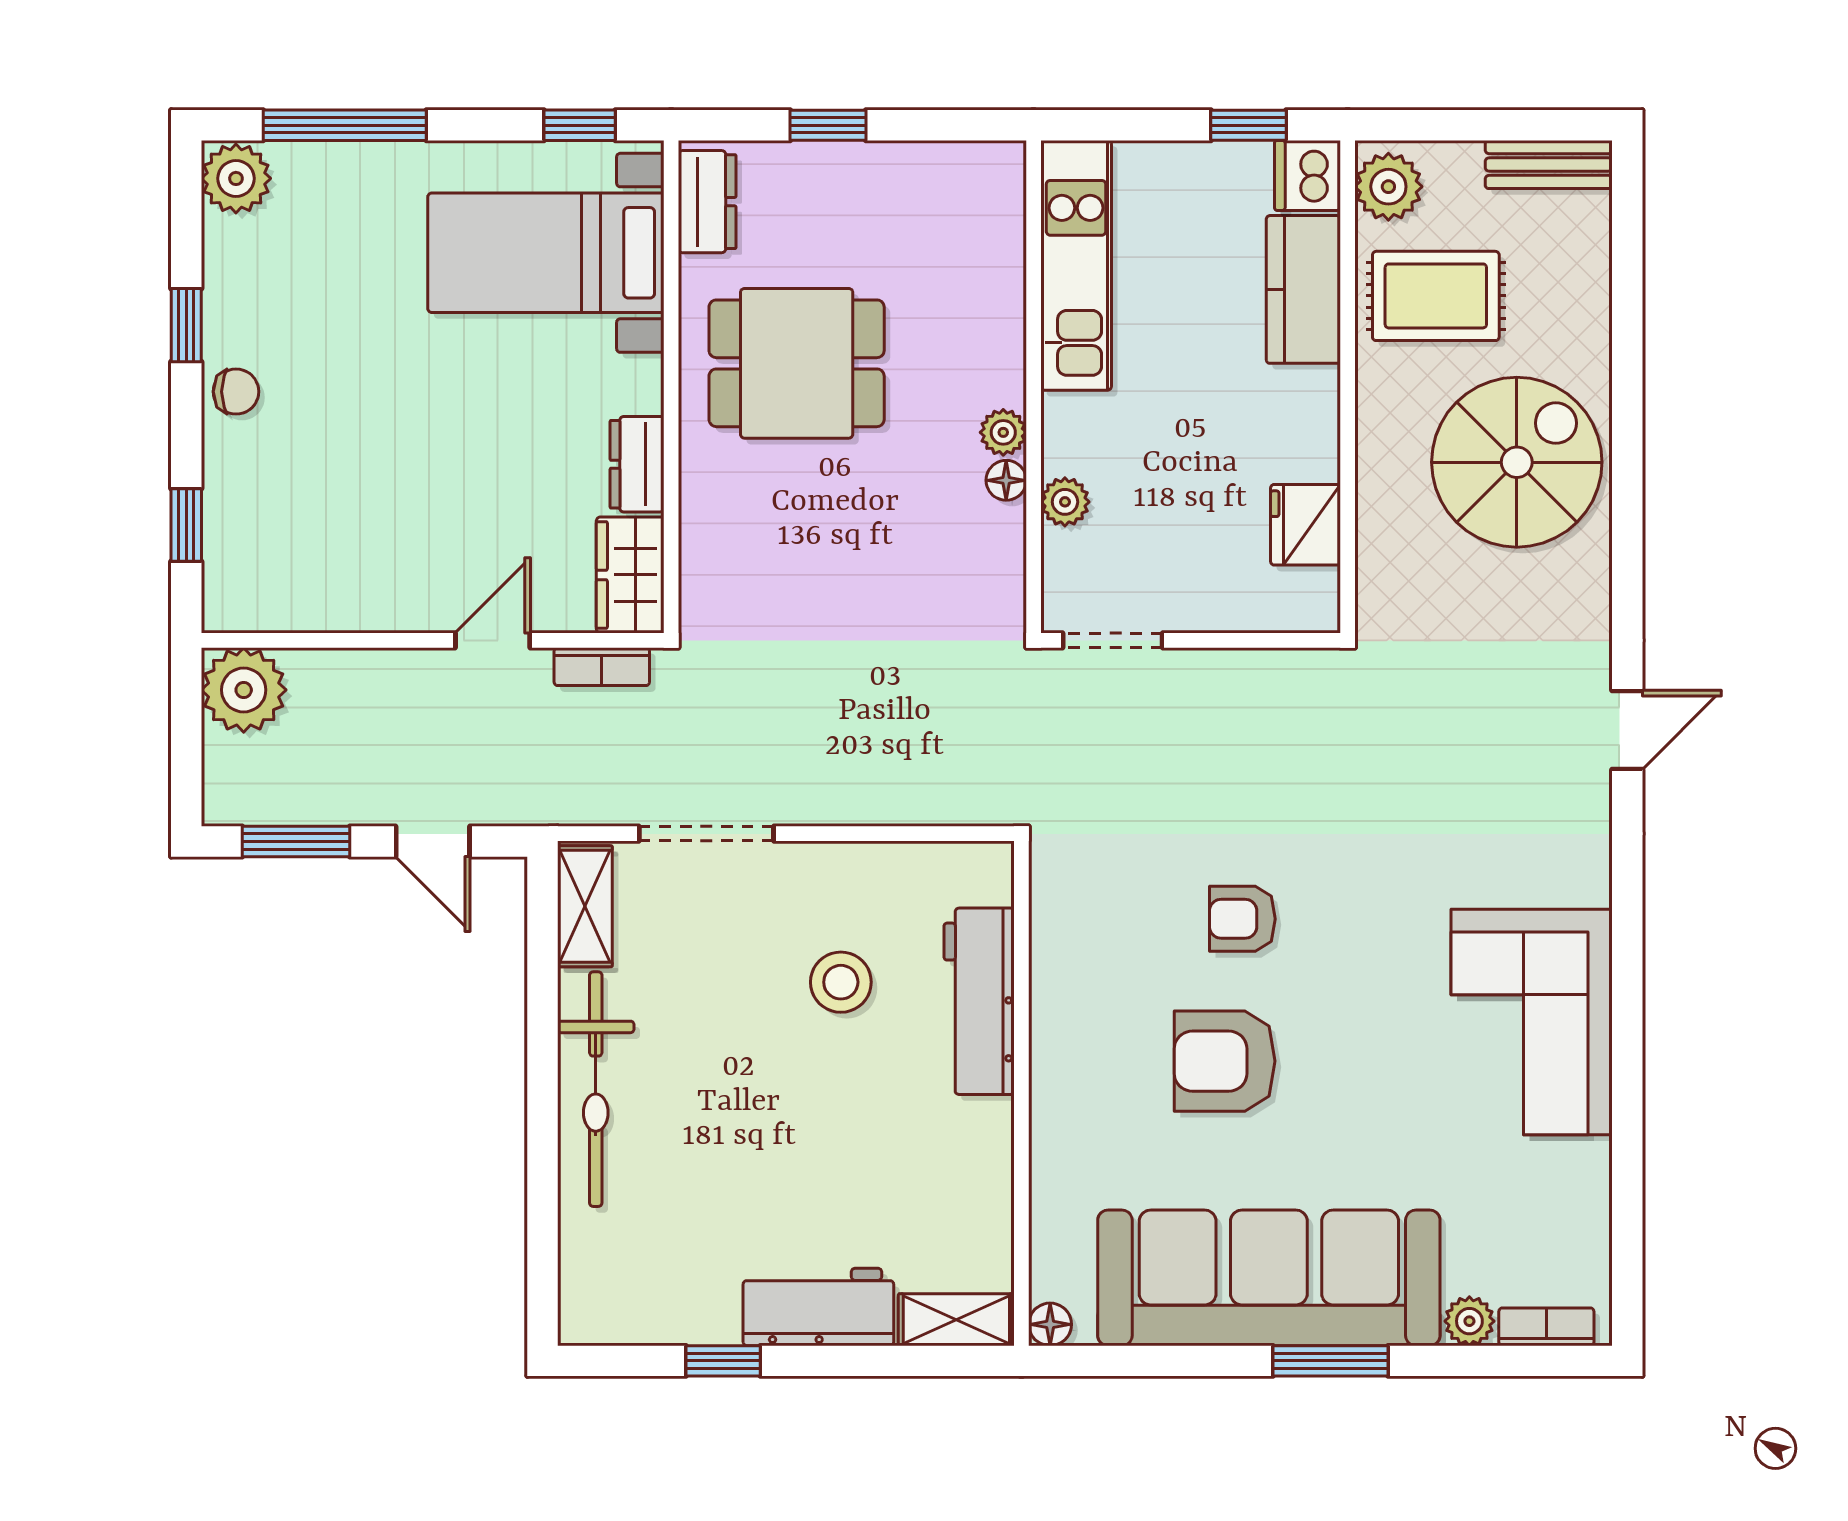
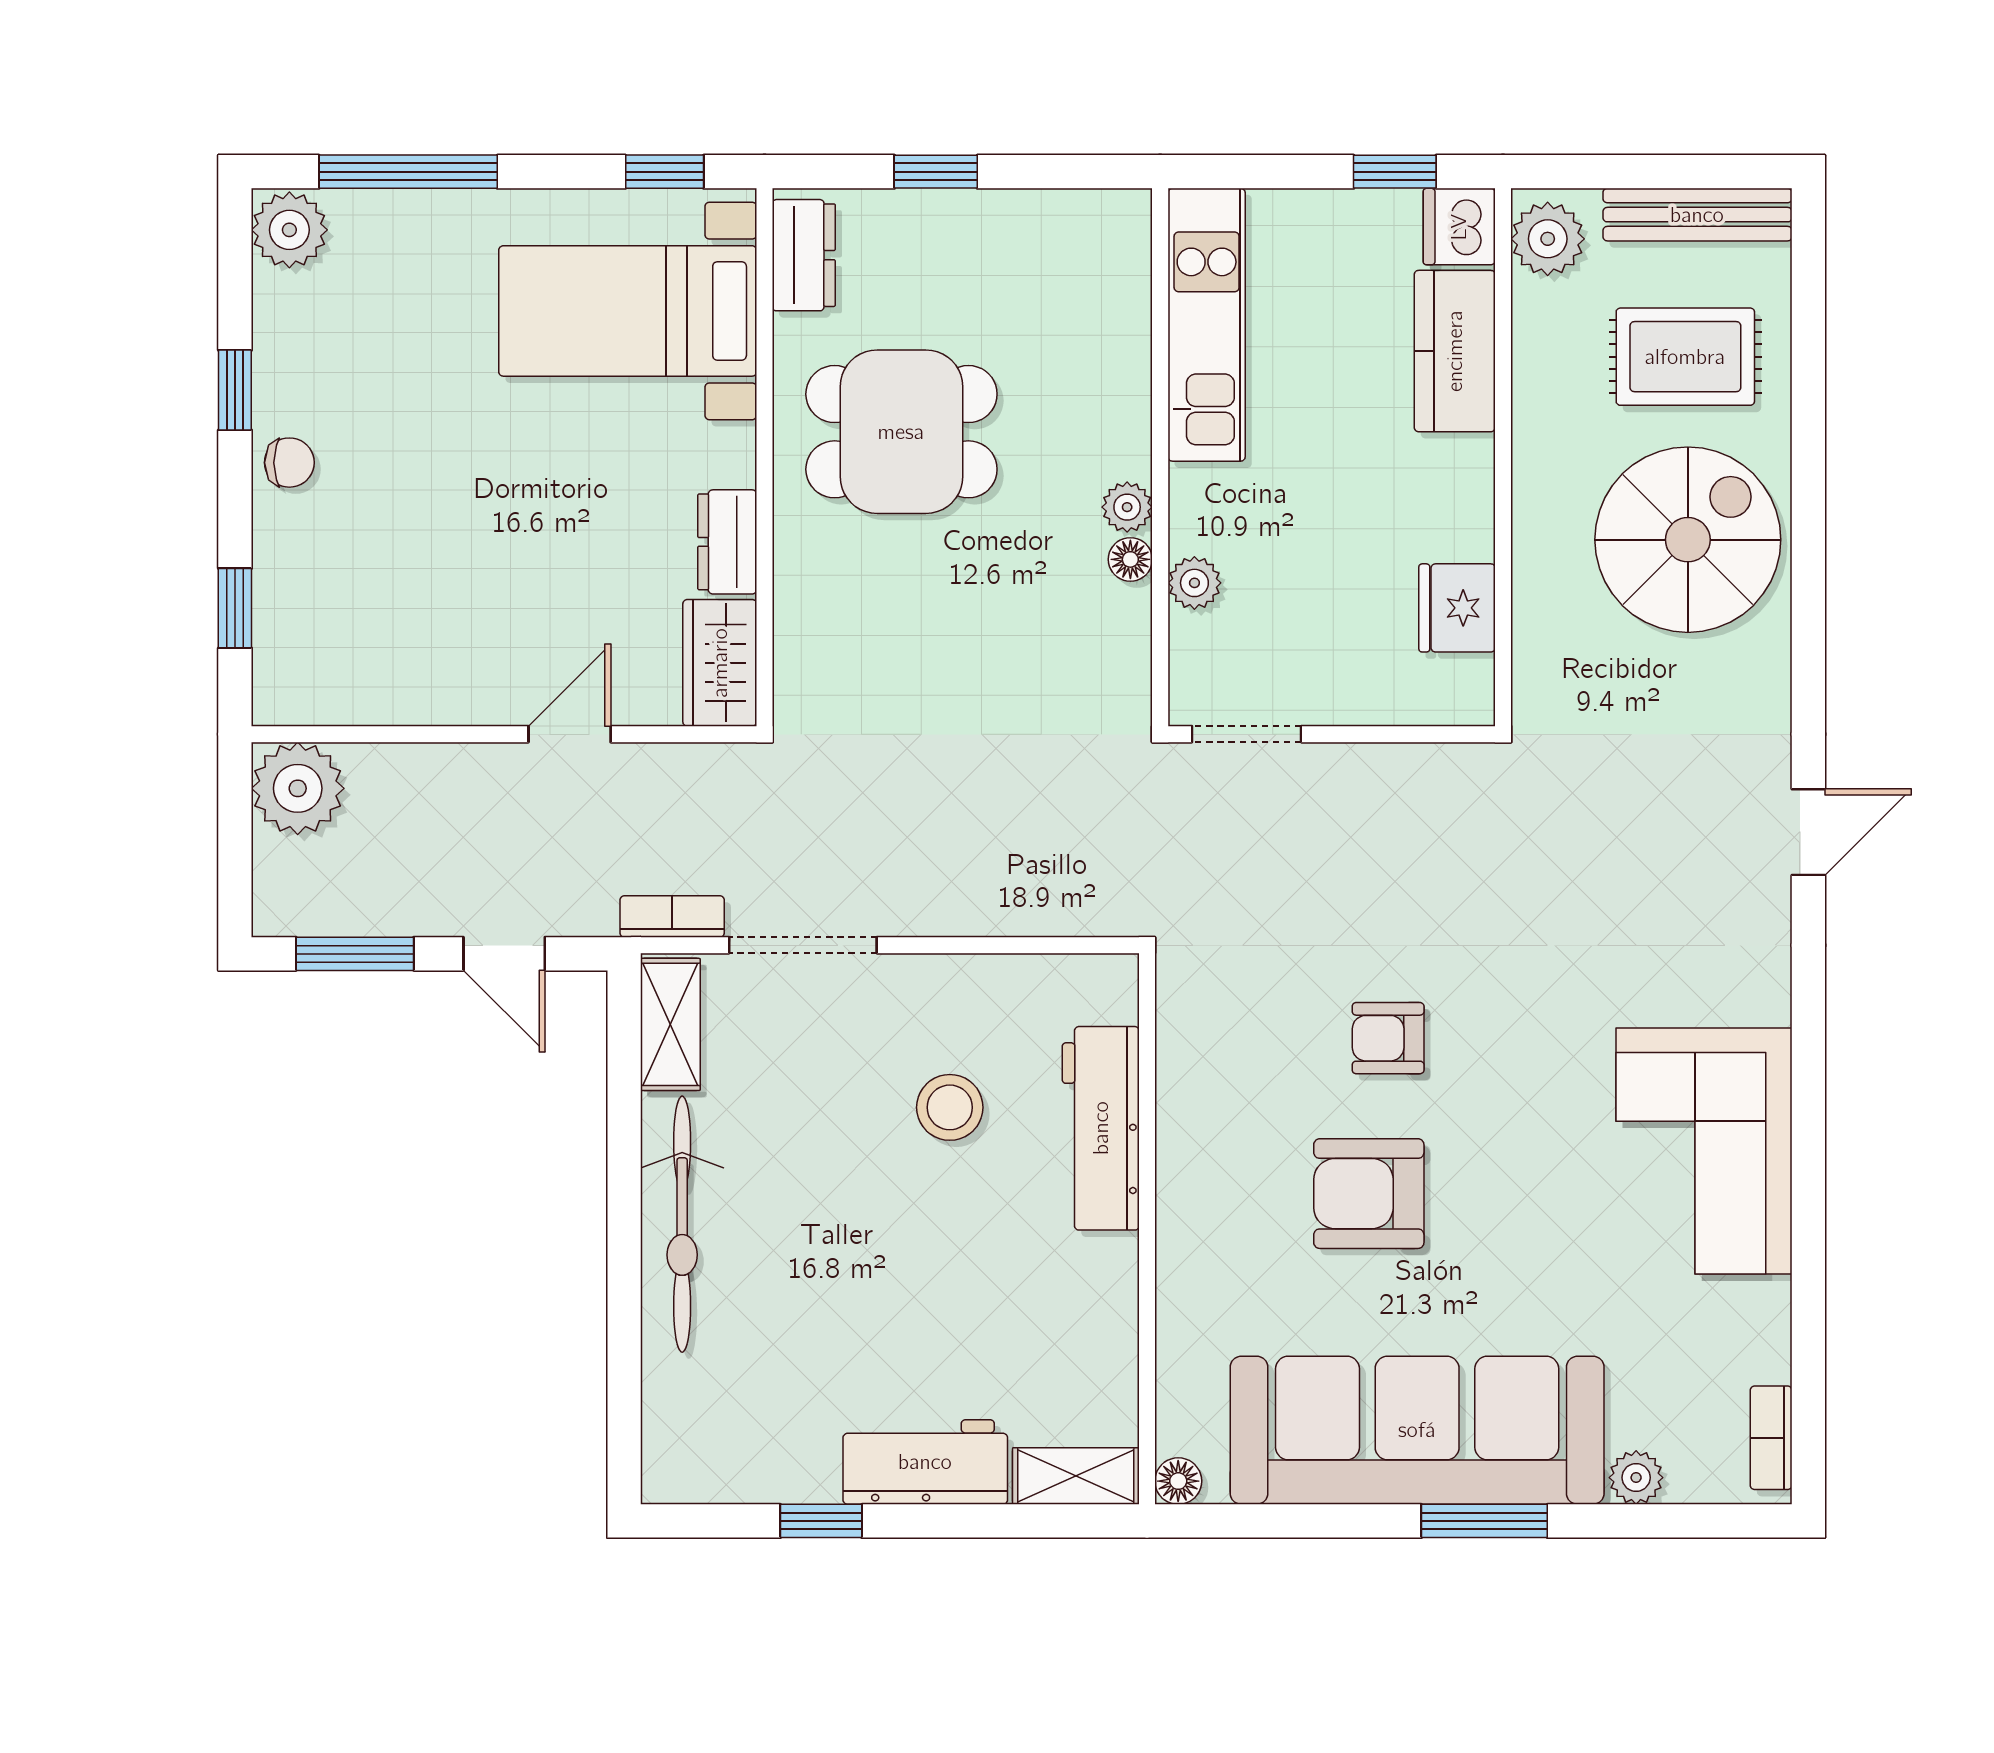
bench: (1549, 164) -> (1697, 215), width x1.36
rug: (1436, 296) -> (1685, 357), moved
bookcase: (602, 667) -> (672, 916), moved, turned 180
bookcase: (1546, 1327) -> (1771, 1438), moved, turned -90

